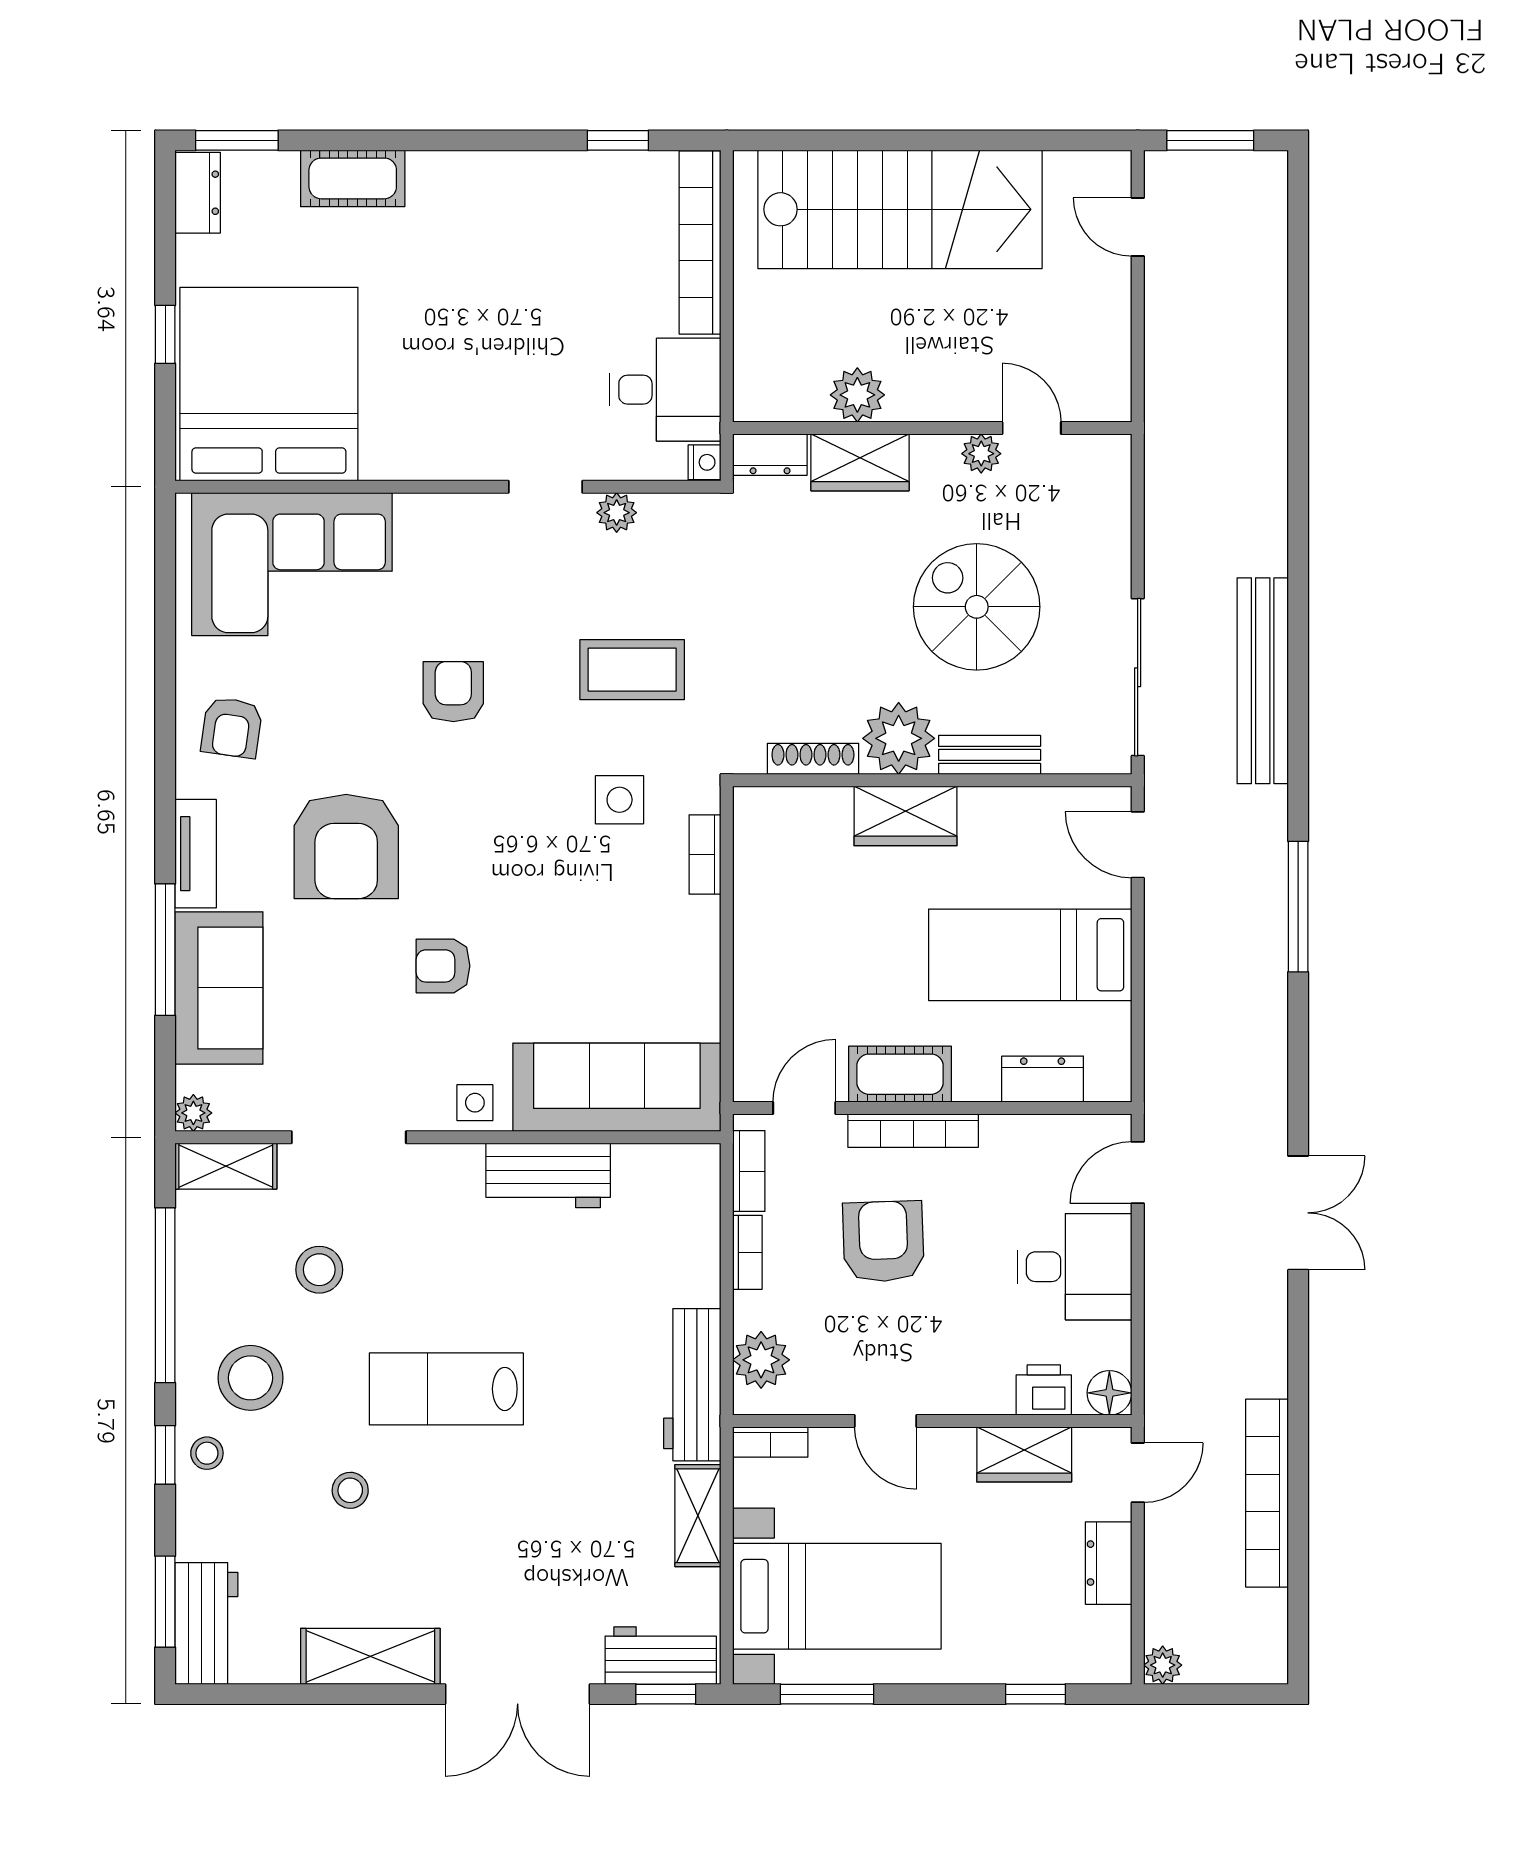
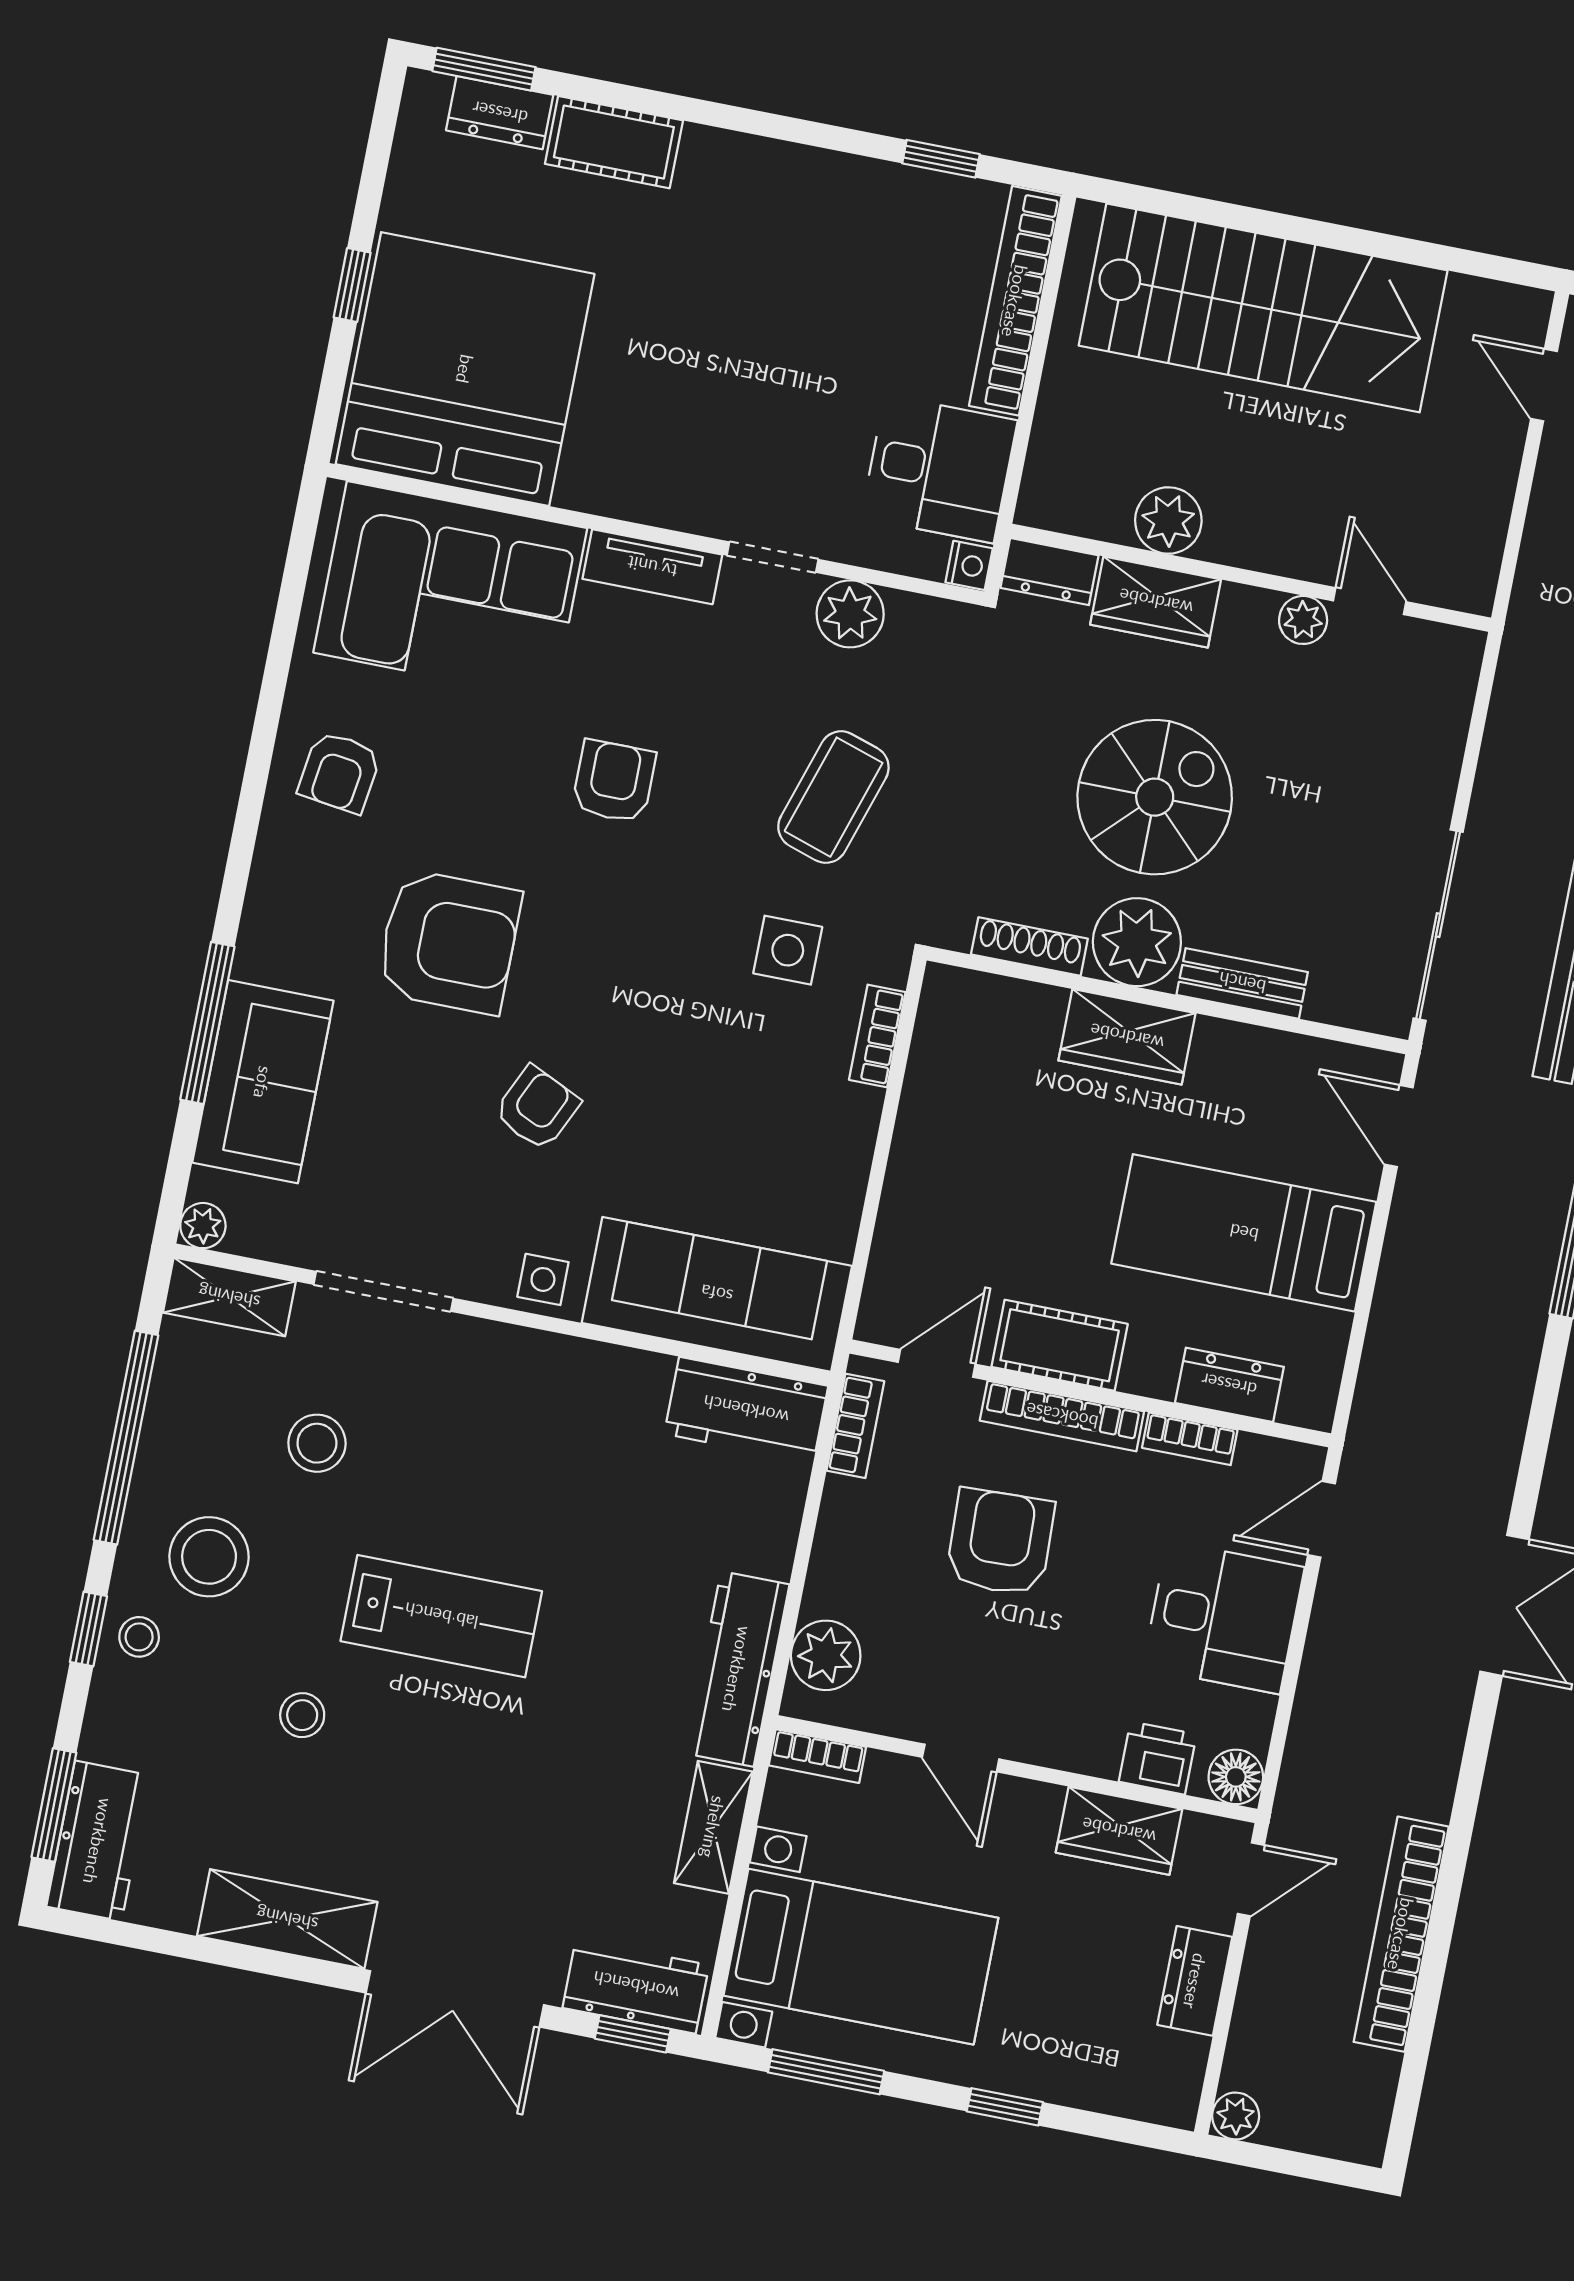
dresser: (198, 193) -> (500, 113), moved, turned 90
plant: (617, 513) -> (850, 614), width x1.38, depth x1.38
spiral stairs: (977, 607) -> (1155, 797), moved, turned 90
coffee table: (632, 670) -> (833, 797), turned -72
armchair: (346, 846) -> (449, 942), turned -90
tv unit: (196, 854) -> (652, 567), moved, turned 90
armchair: (443, 966) -> (537, 1108), turned 115
workbench: (548, 1175) -> (746, 1410), moved
bookcase: (747, 1252) -> (1190, 1439), moved, turned 90
lab bench: (446, 1389) -> (441, 1616), turned 180
window: (1035, 1694) -> (1005, 2107), moved

